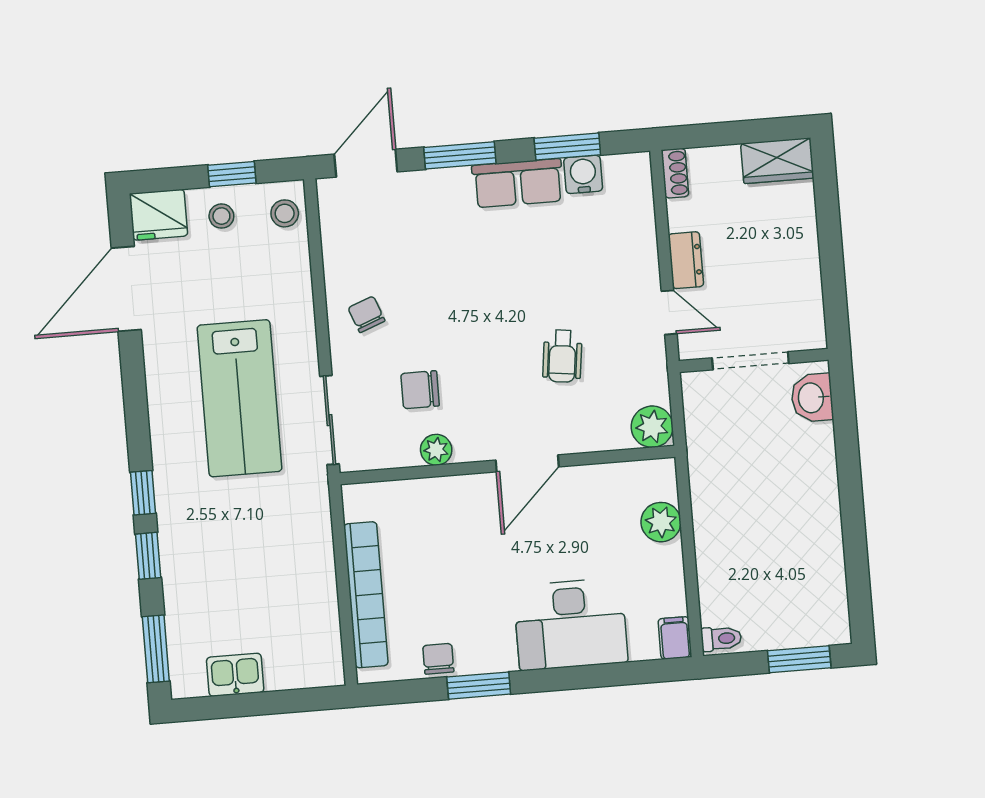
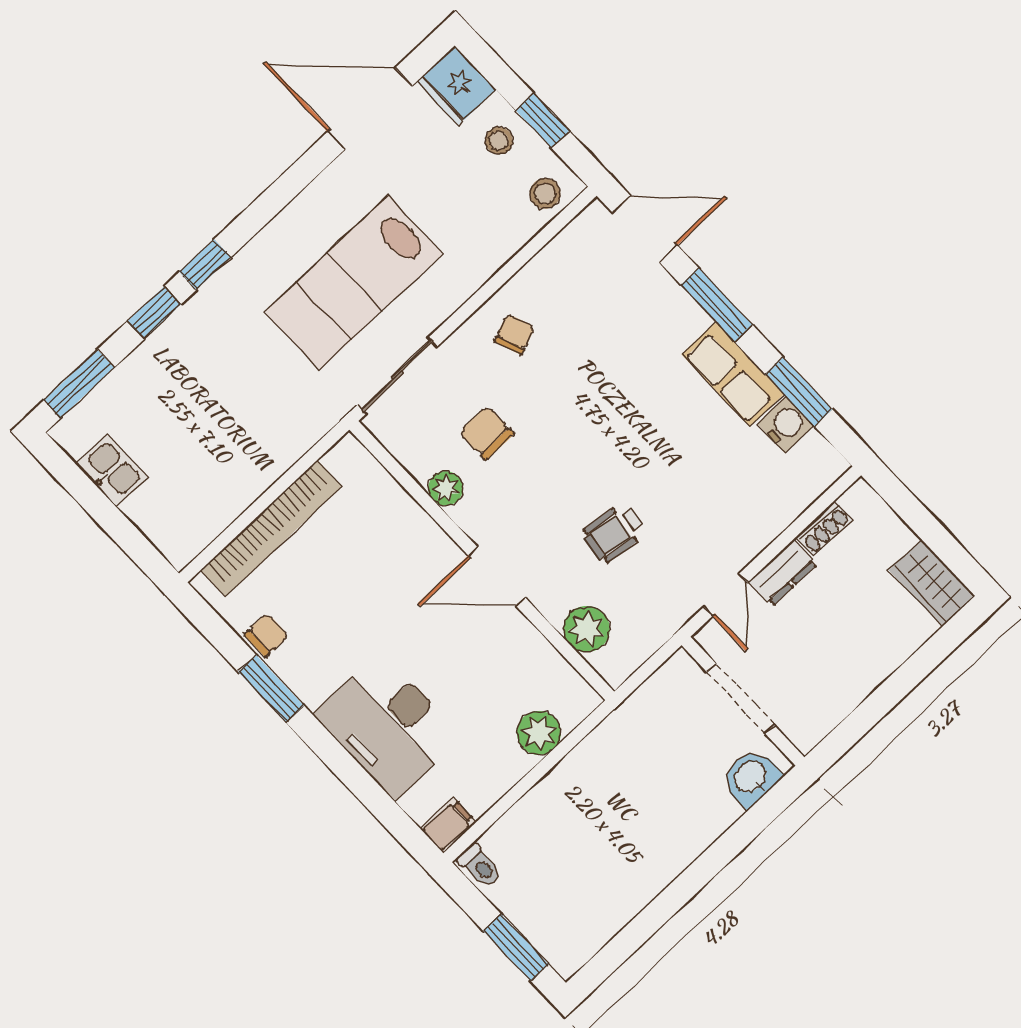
shoe rack: (675, 173) -> (824, 528), moved
plant: (652, 427) -> (587, 629), moved

